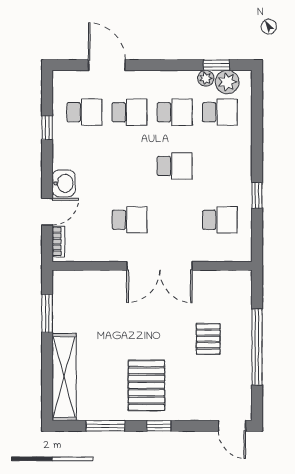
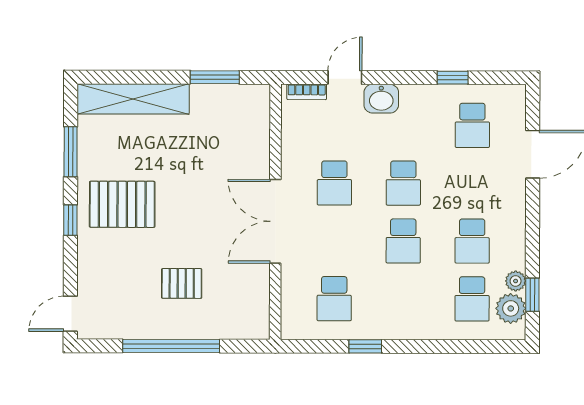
school desk: (130, 112) -> (403, 183), moved
door: (47, 212) -> (345, 77), swing flipped

